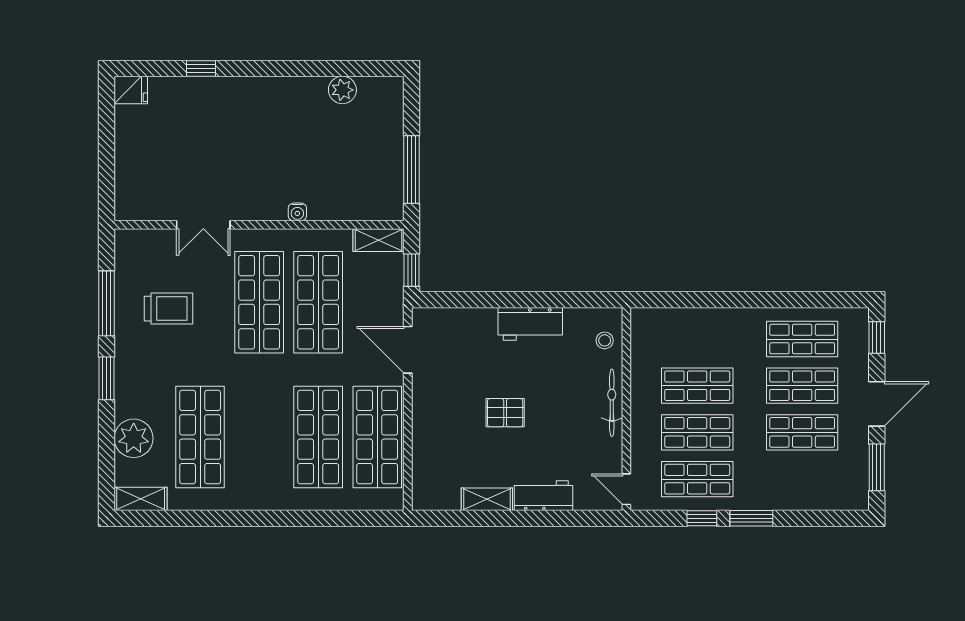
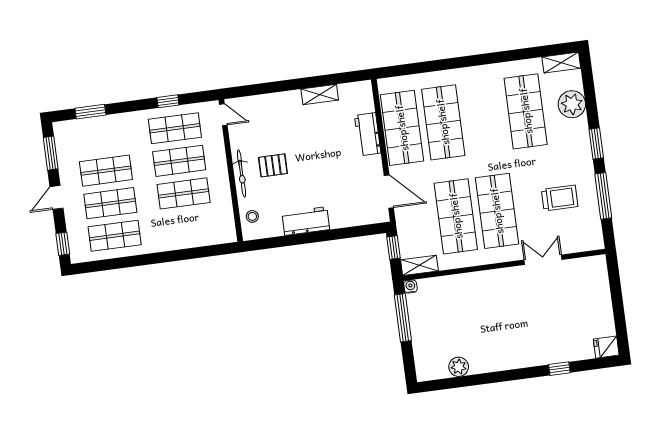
water cooler: (297, 212) -> (411, 287), moved
trolley: (168, 309) -> (560, 198), turned 180
door: (877, 404) -> (57, 197), width x0.73
pallet: (505, 413) -> (273, 165), moved
workbench: (544, 496) -> (368, 134), moved, turned 90
window: (751, 518) -> (90, 112), moved

